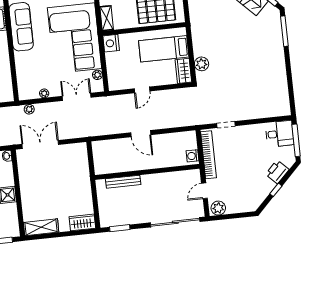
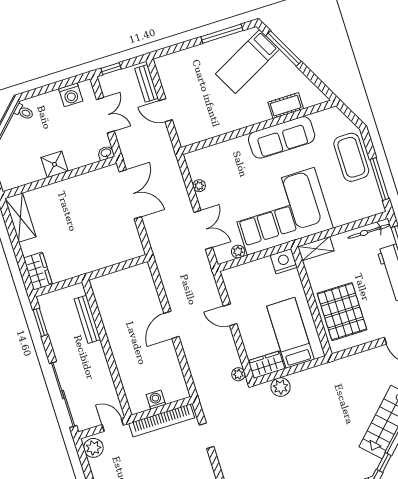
plant: (29, 109) -> (238, 374), moved
wall: (147, 172) -> (107, 349), moved
bench: (123, 182) -> (87, 319), moved

